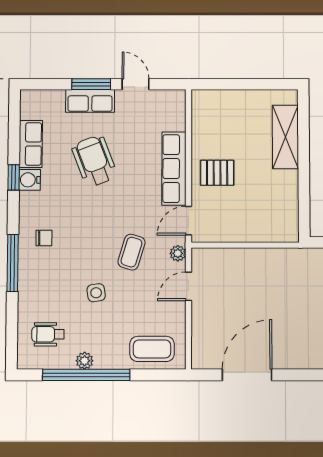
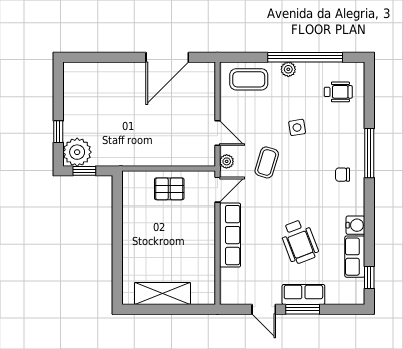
shelving: (285, 137) -> (162, 293), moved, turned 90
pallet: (217, 173) -> (169, 189), moved
window: (14, 177) -> (369, 278), moved
door: (188, 286) -> (217, 133), hinge flipped
plant: (85, 361) -> (288, 69), moved

